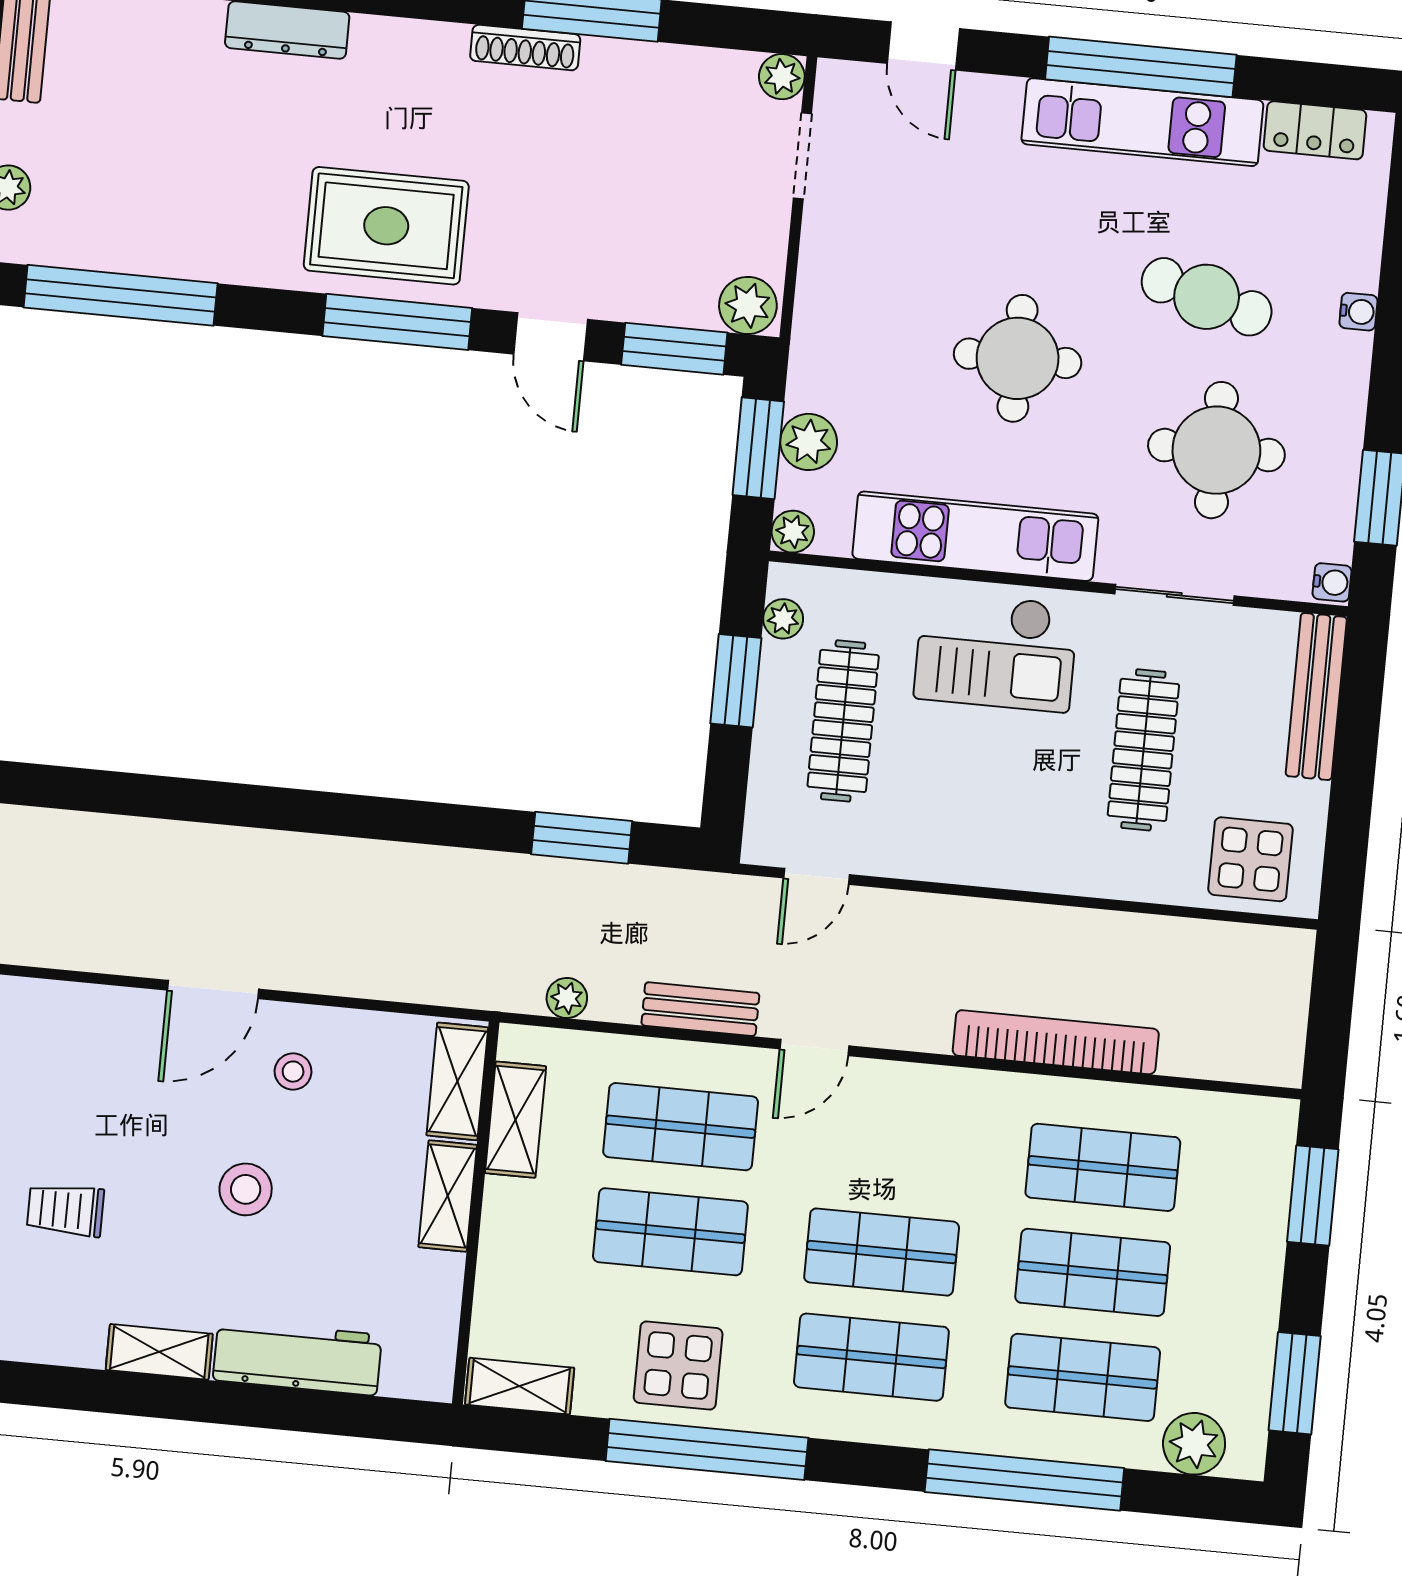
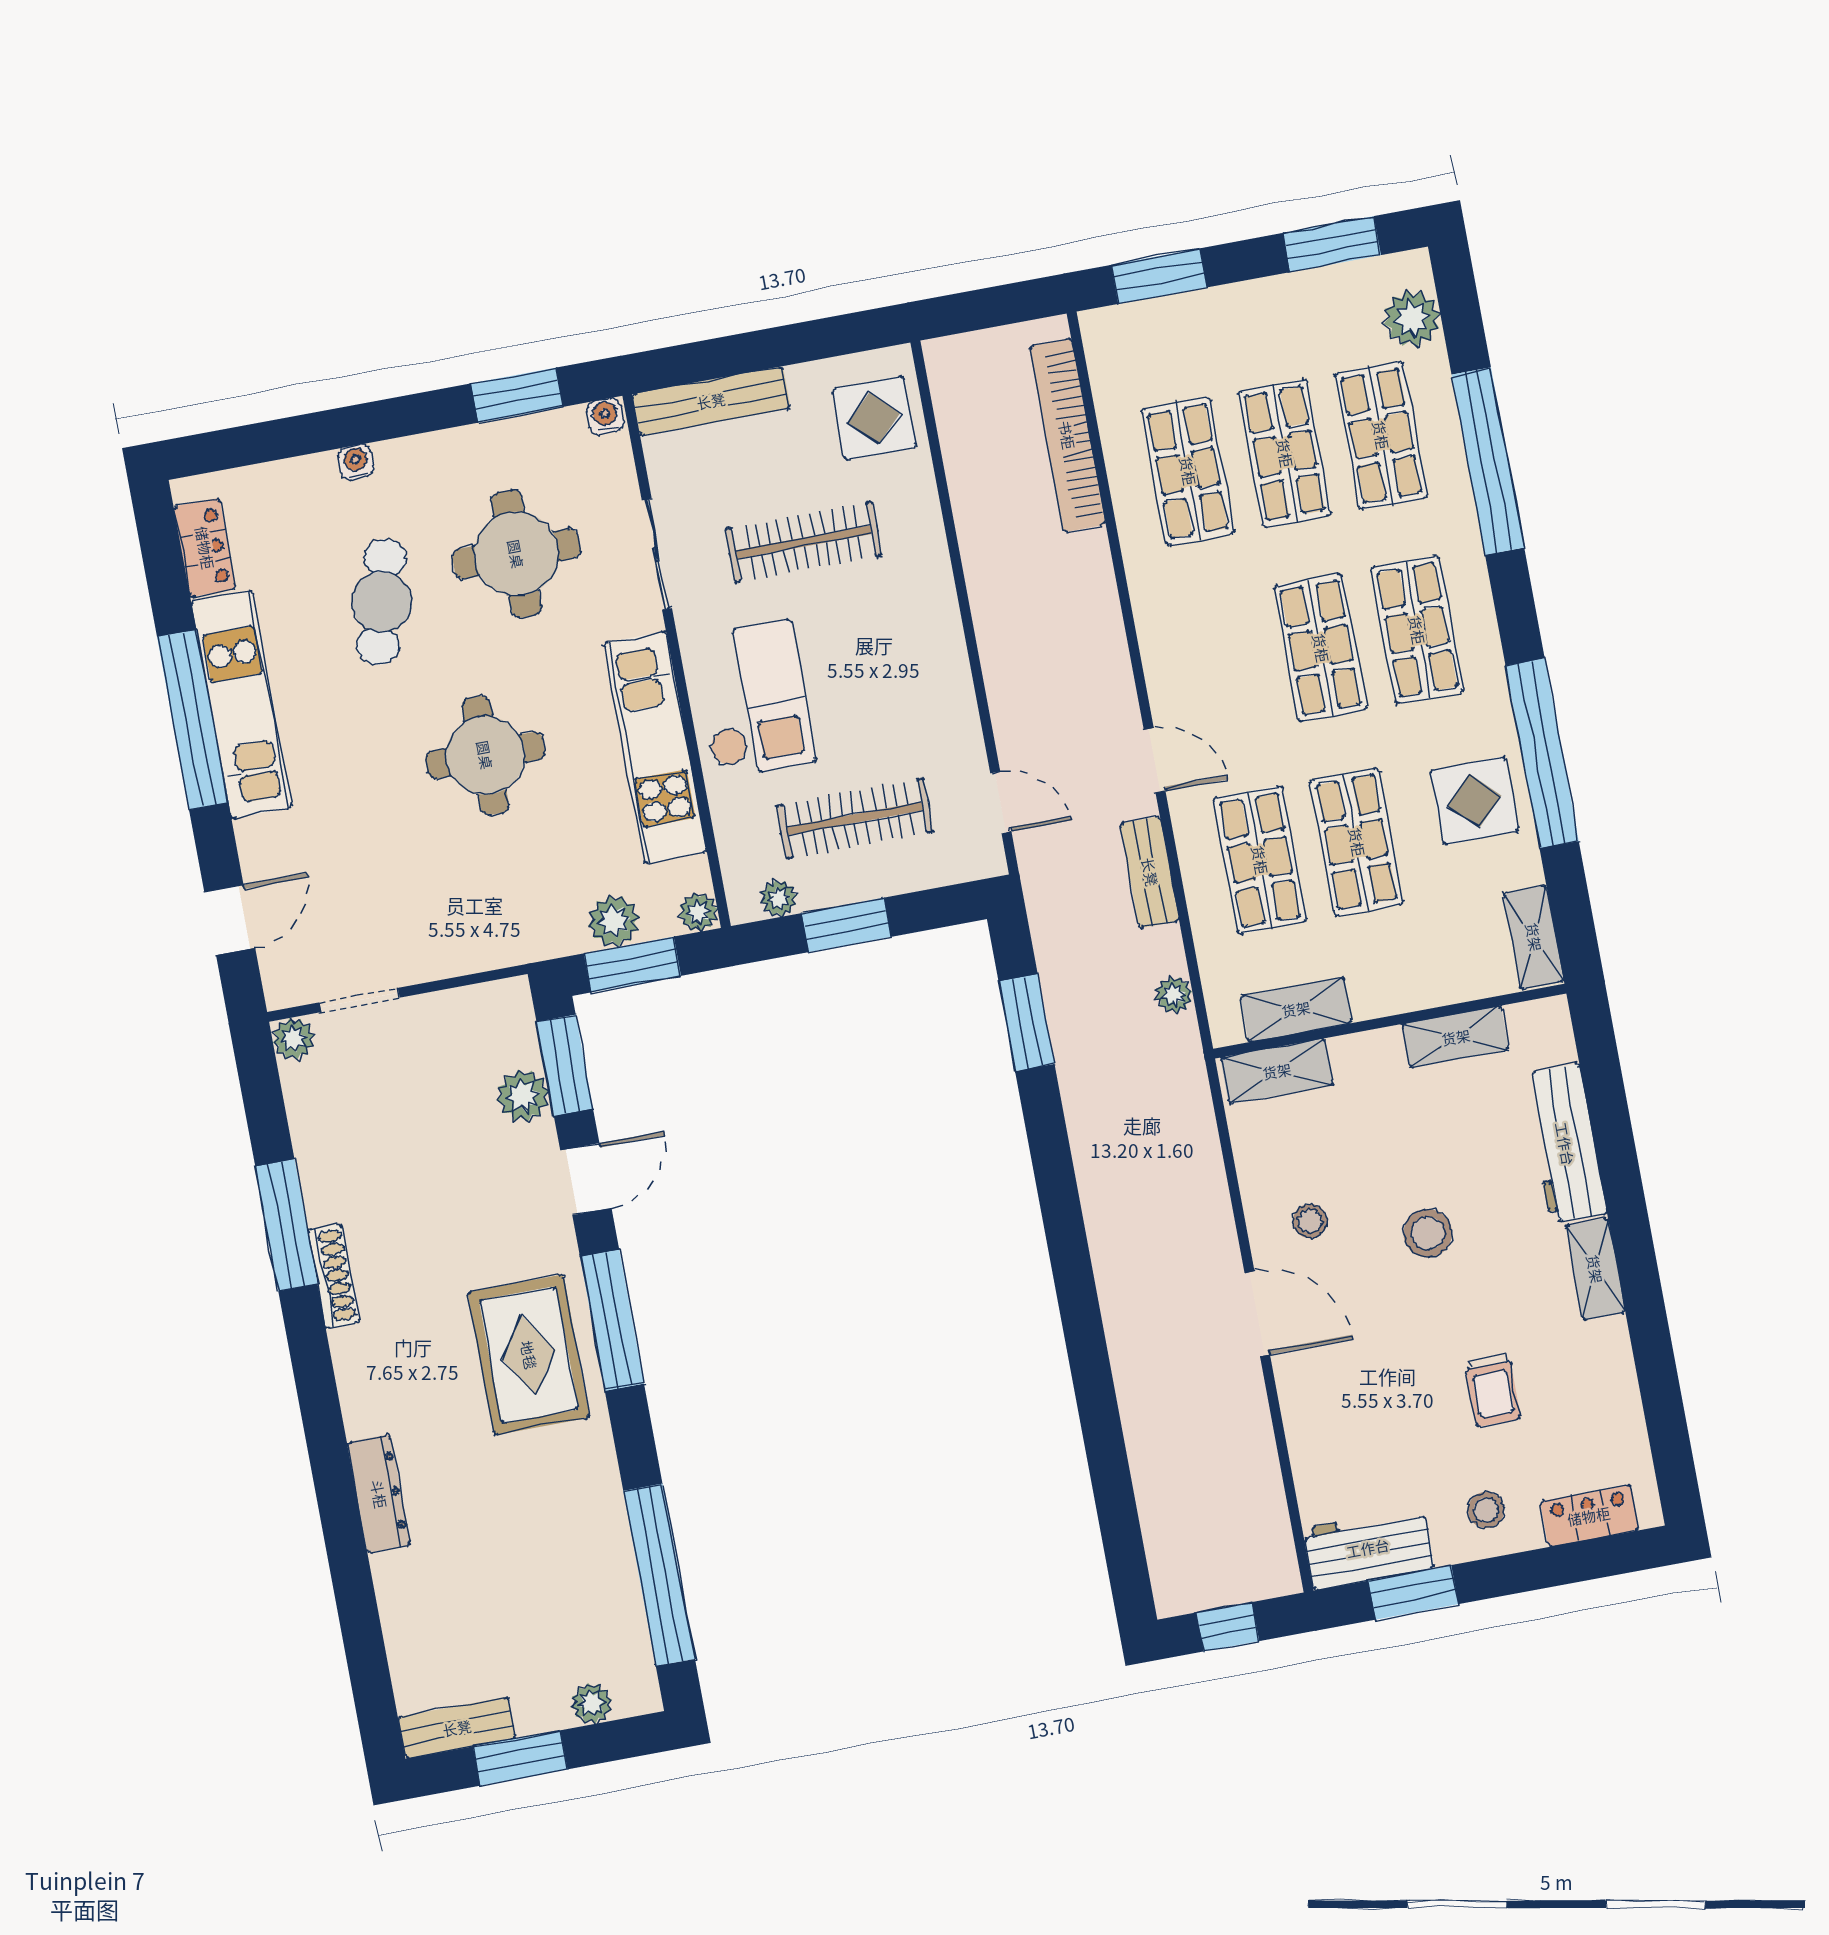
plant: (748, 305) -> (523, 1096), moved
bookcase: (1056, 1042) -> (1067, 435), moved
shelving: (448, 1196) -> (1456, 1037), moved

